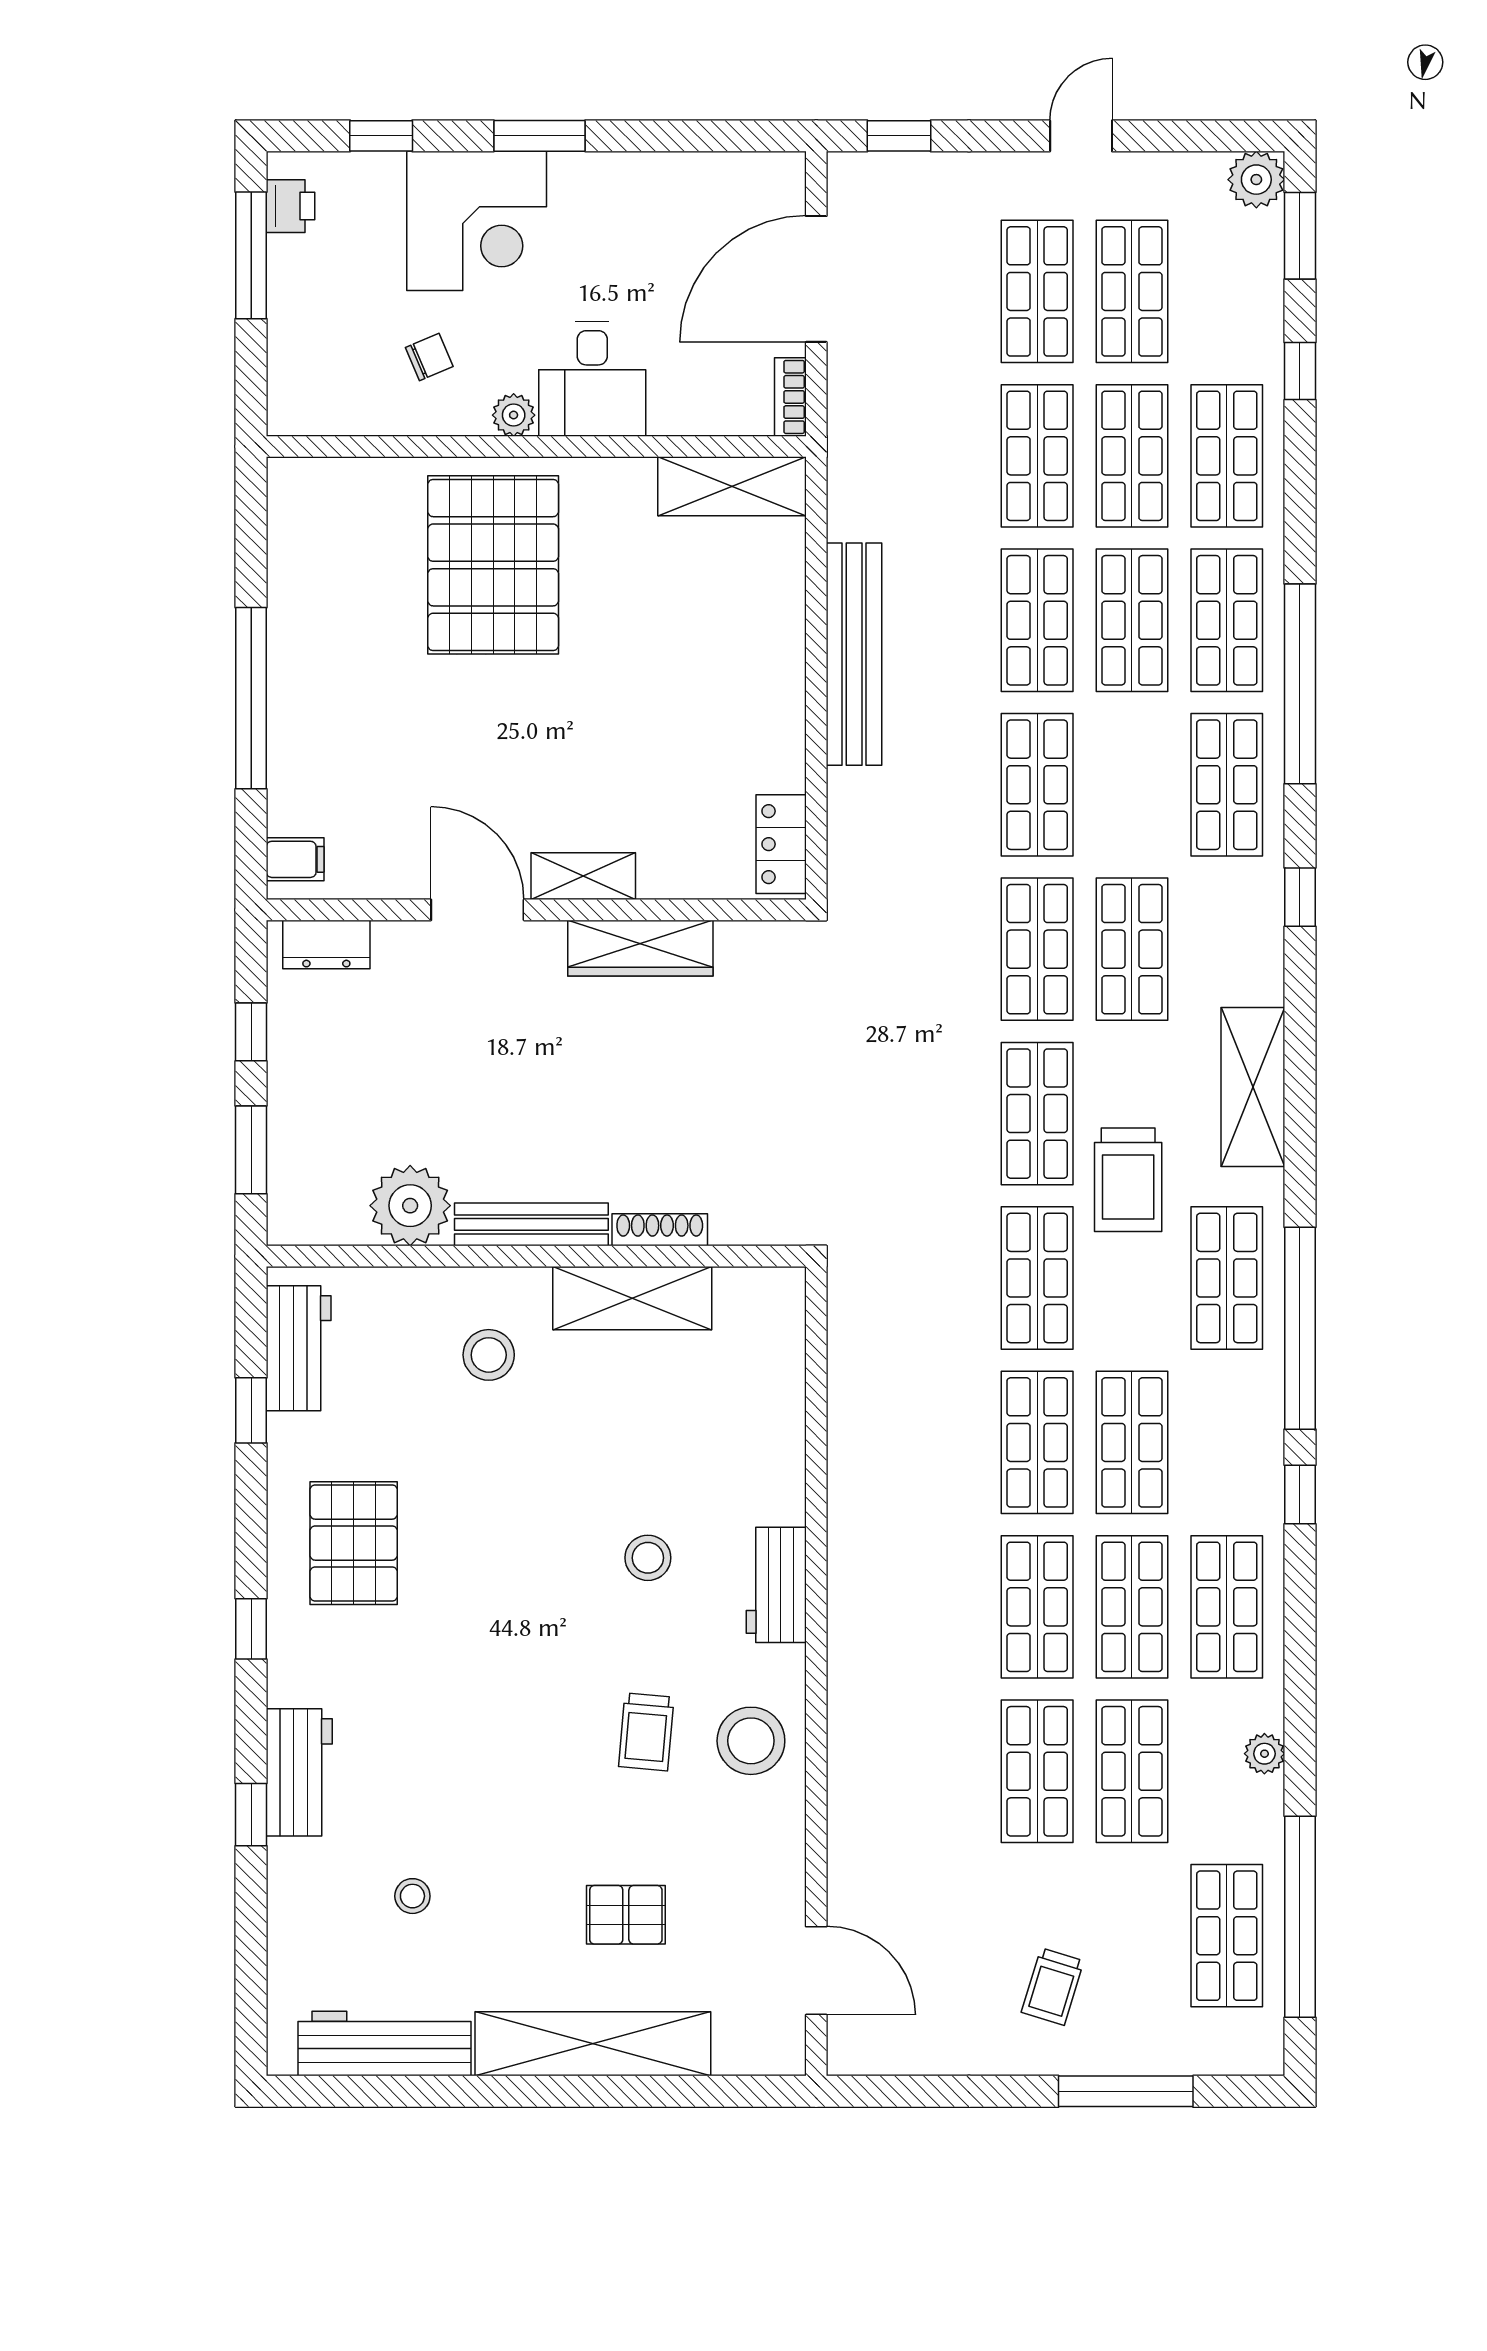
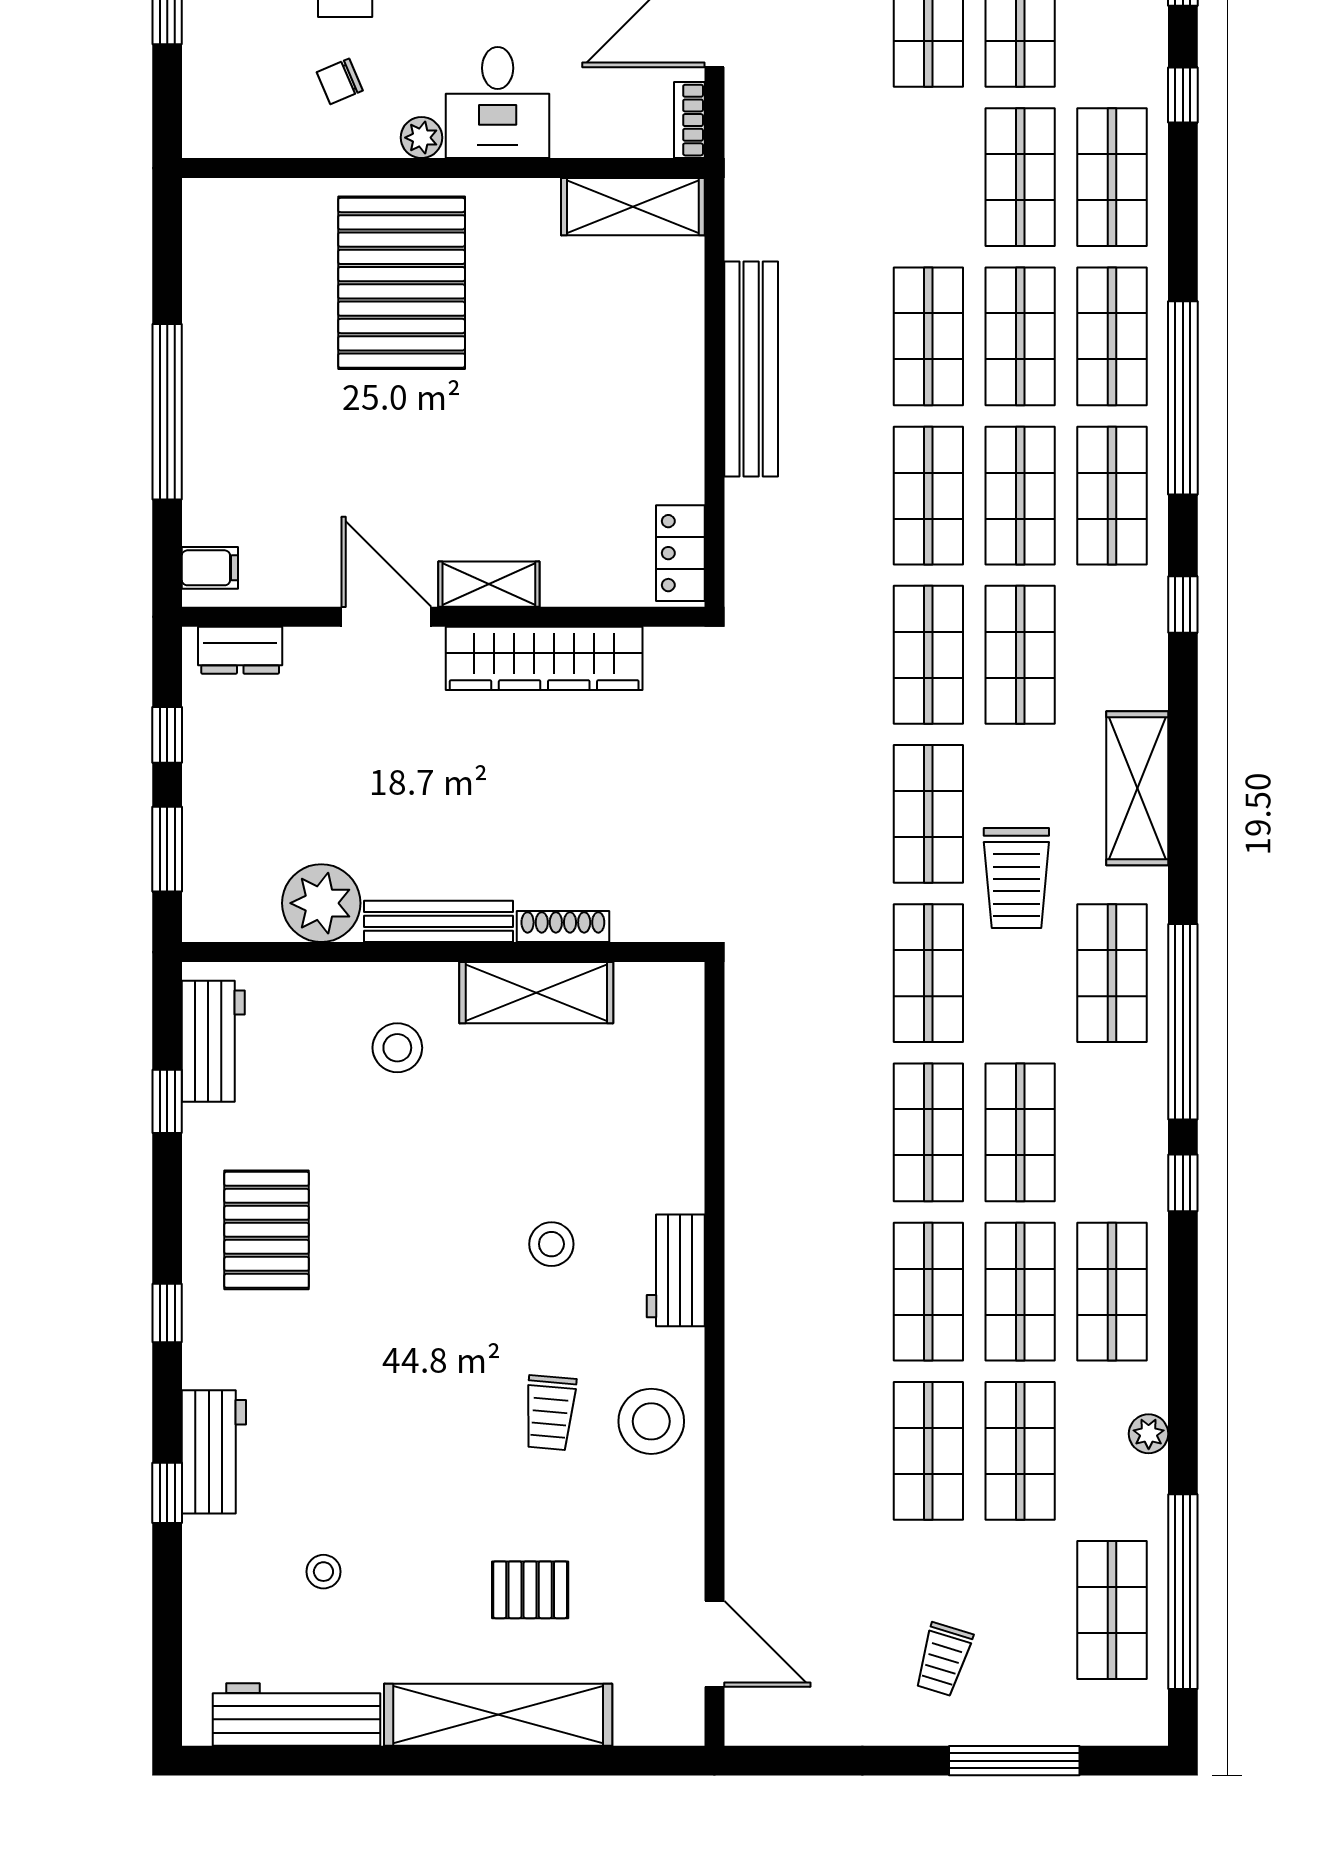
chair: (429, 357) -> (340, 81), turned 180
shop shelf: (1037, 456) -> (1020, 496), moved
wardrobe: (640, 948) -> (544, 658), width x1.40, depth x1.17

